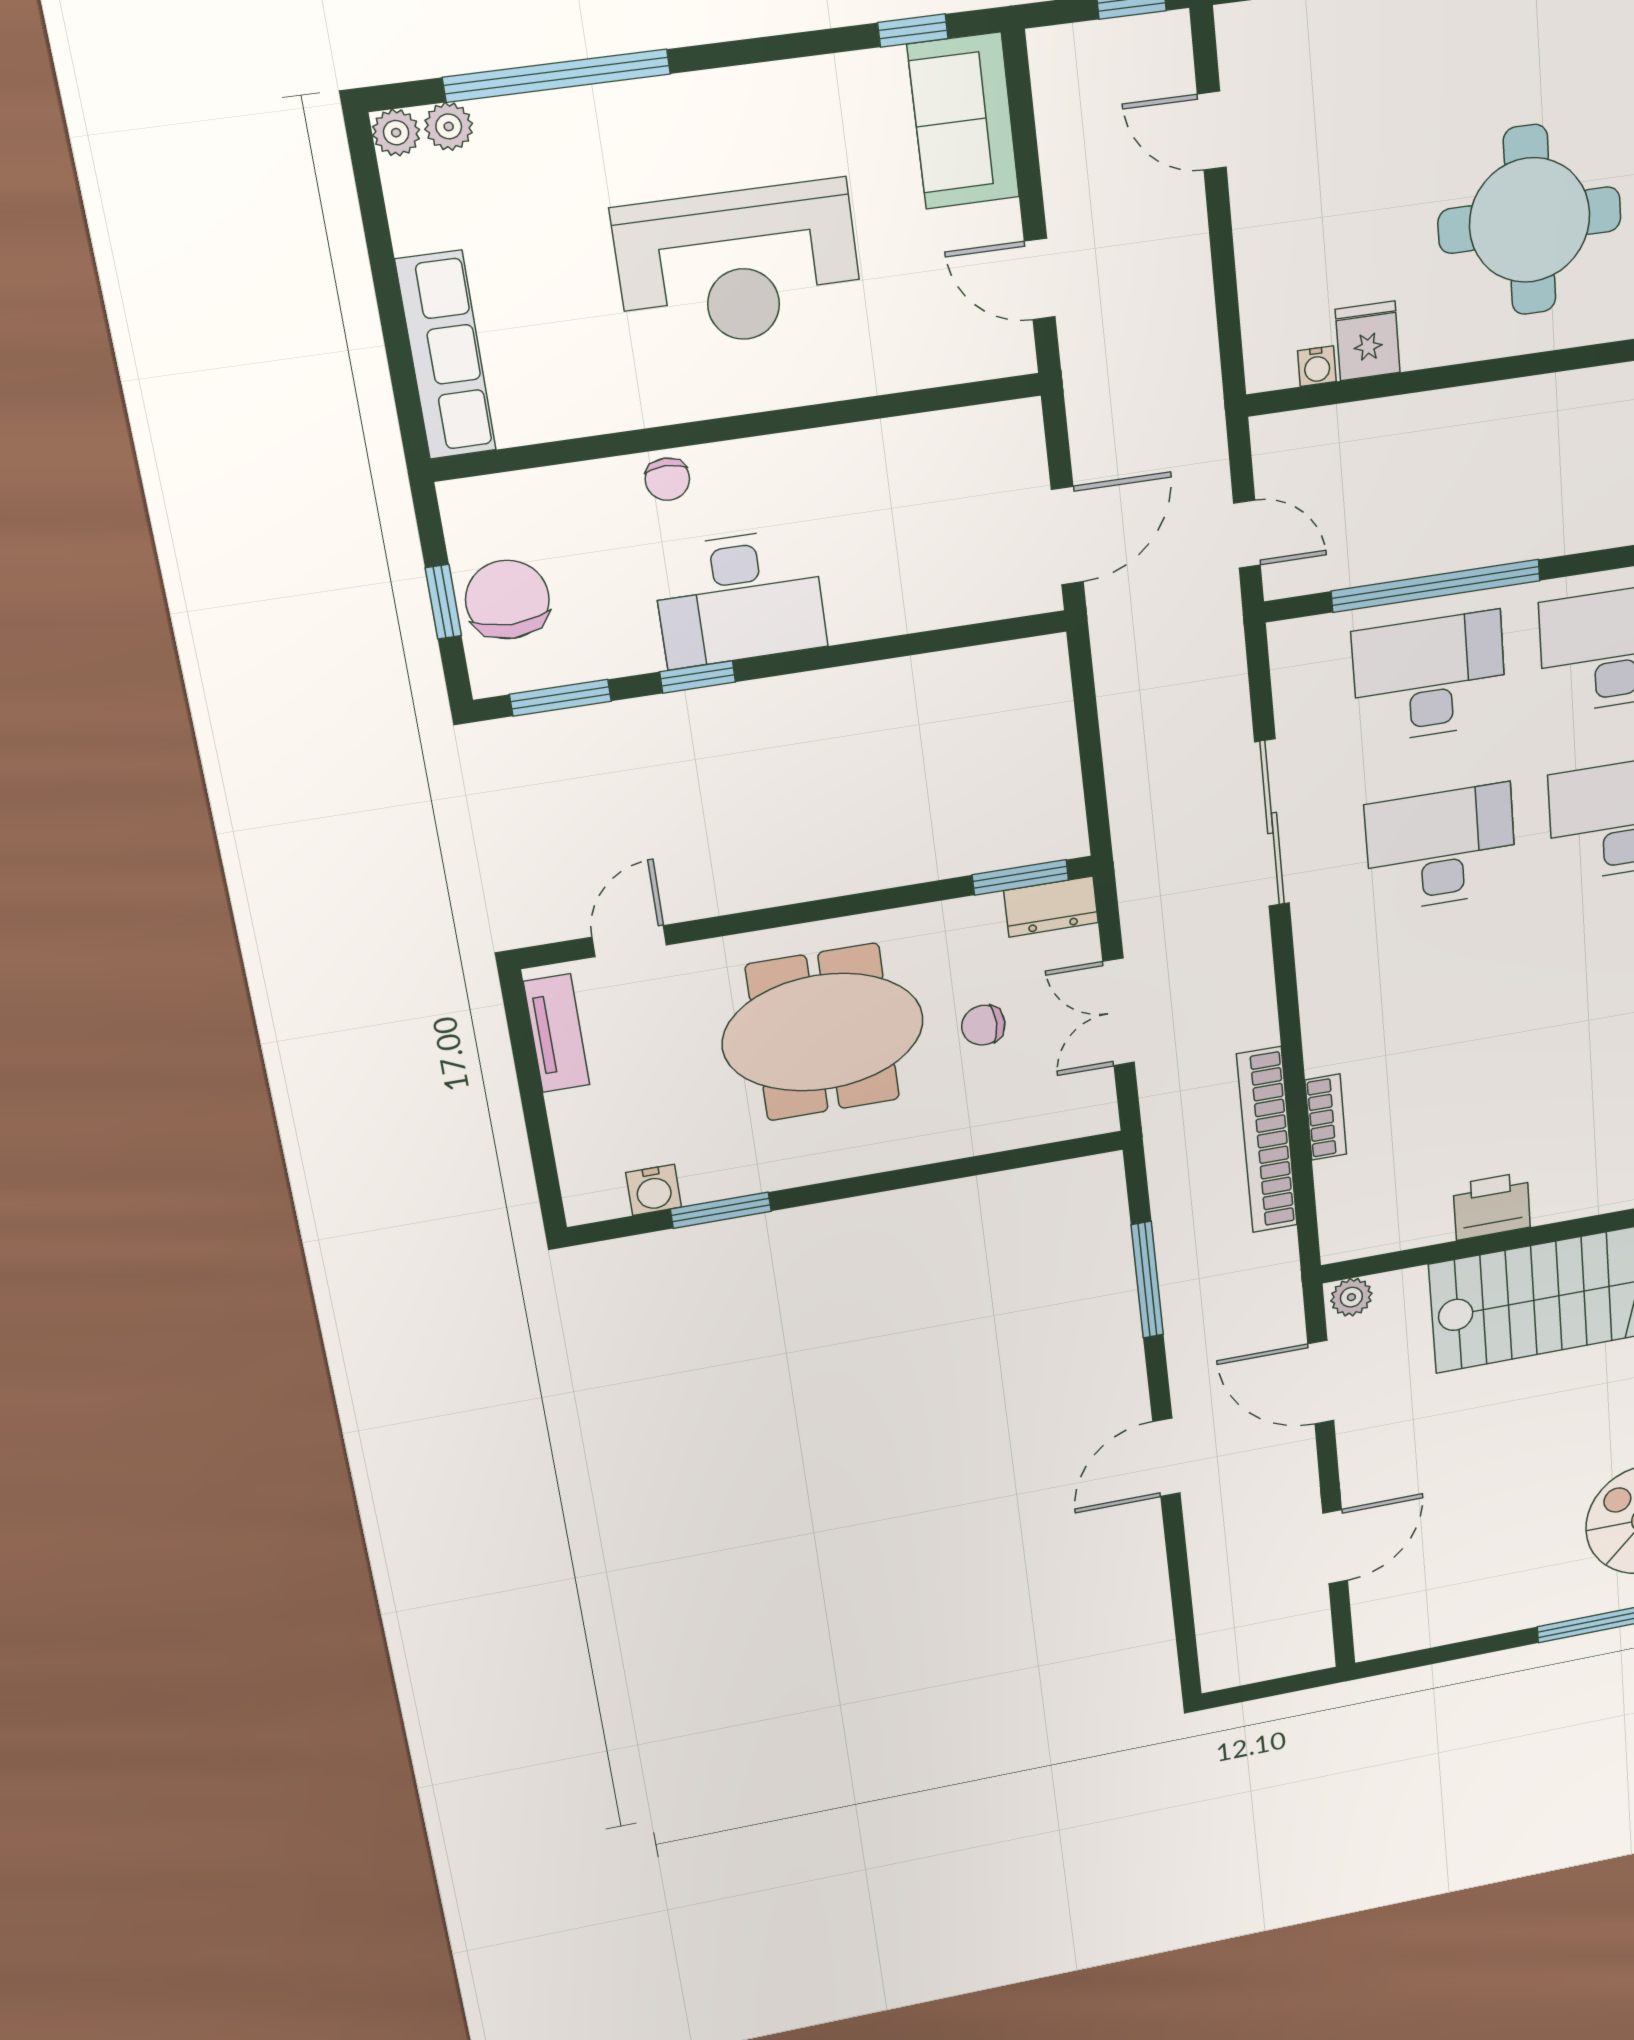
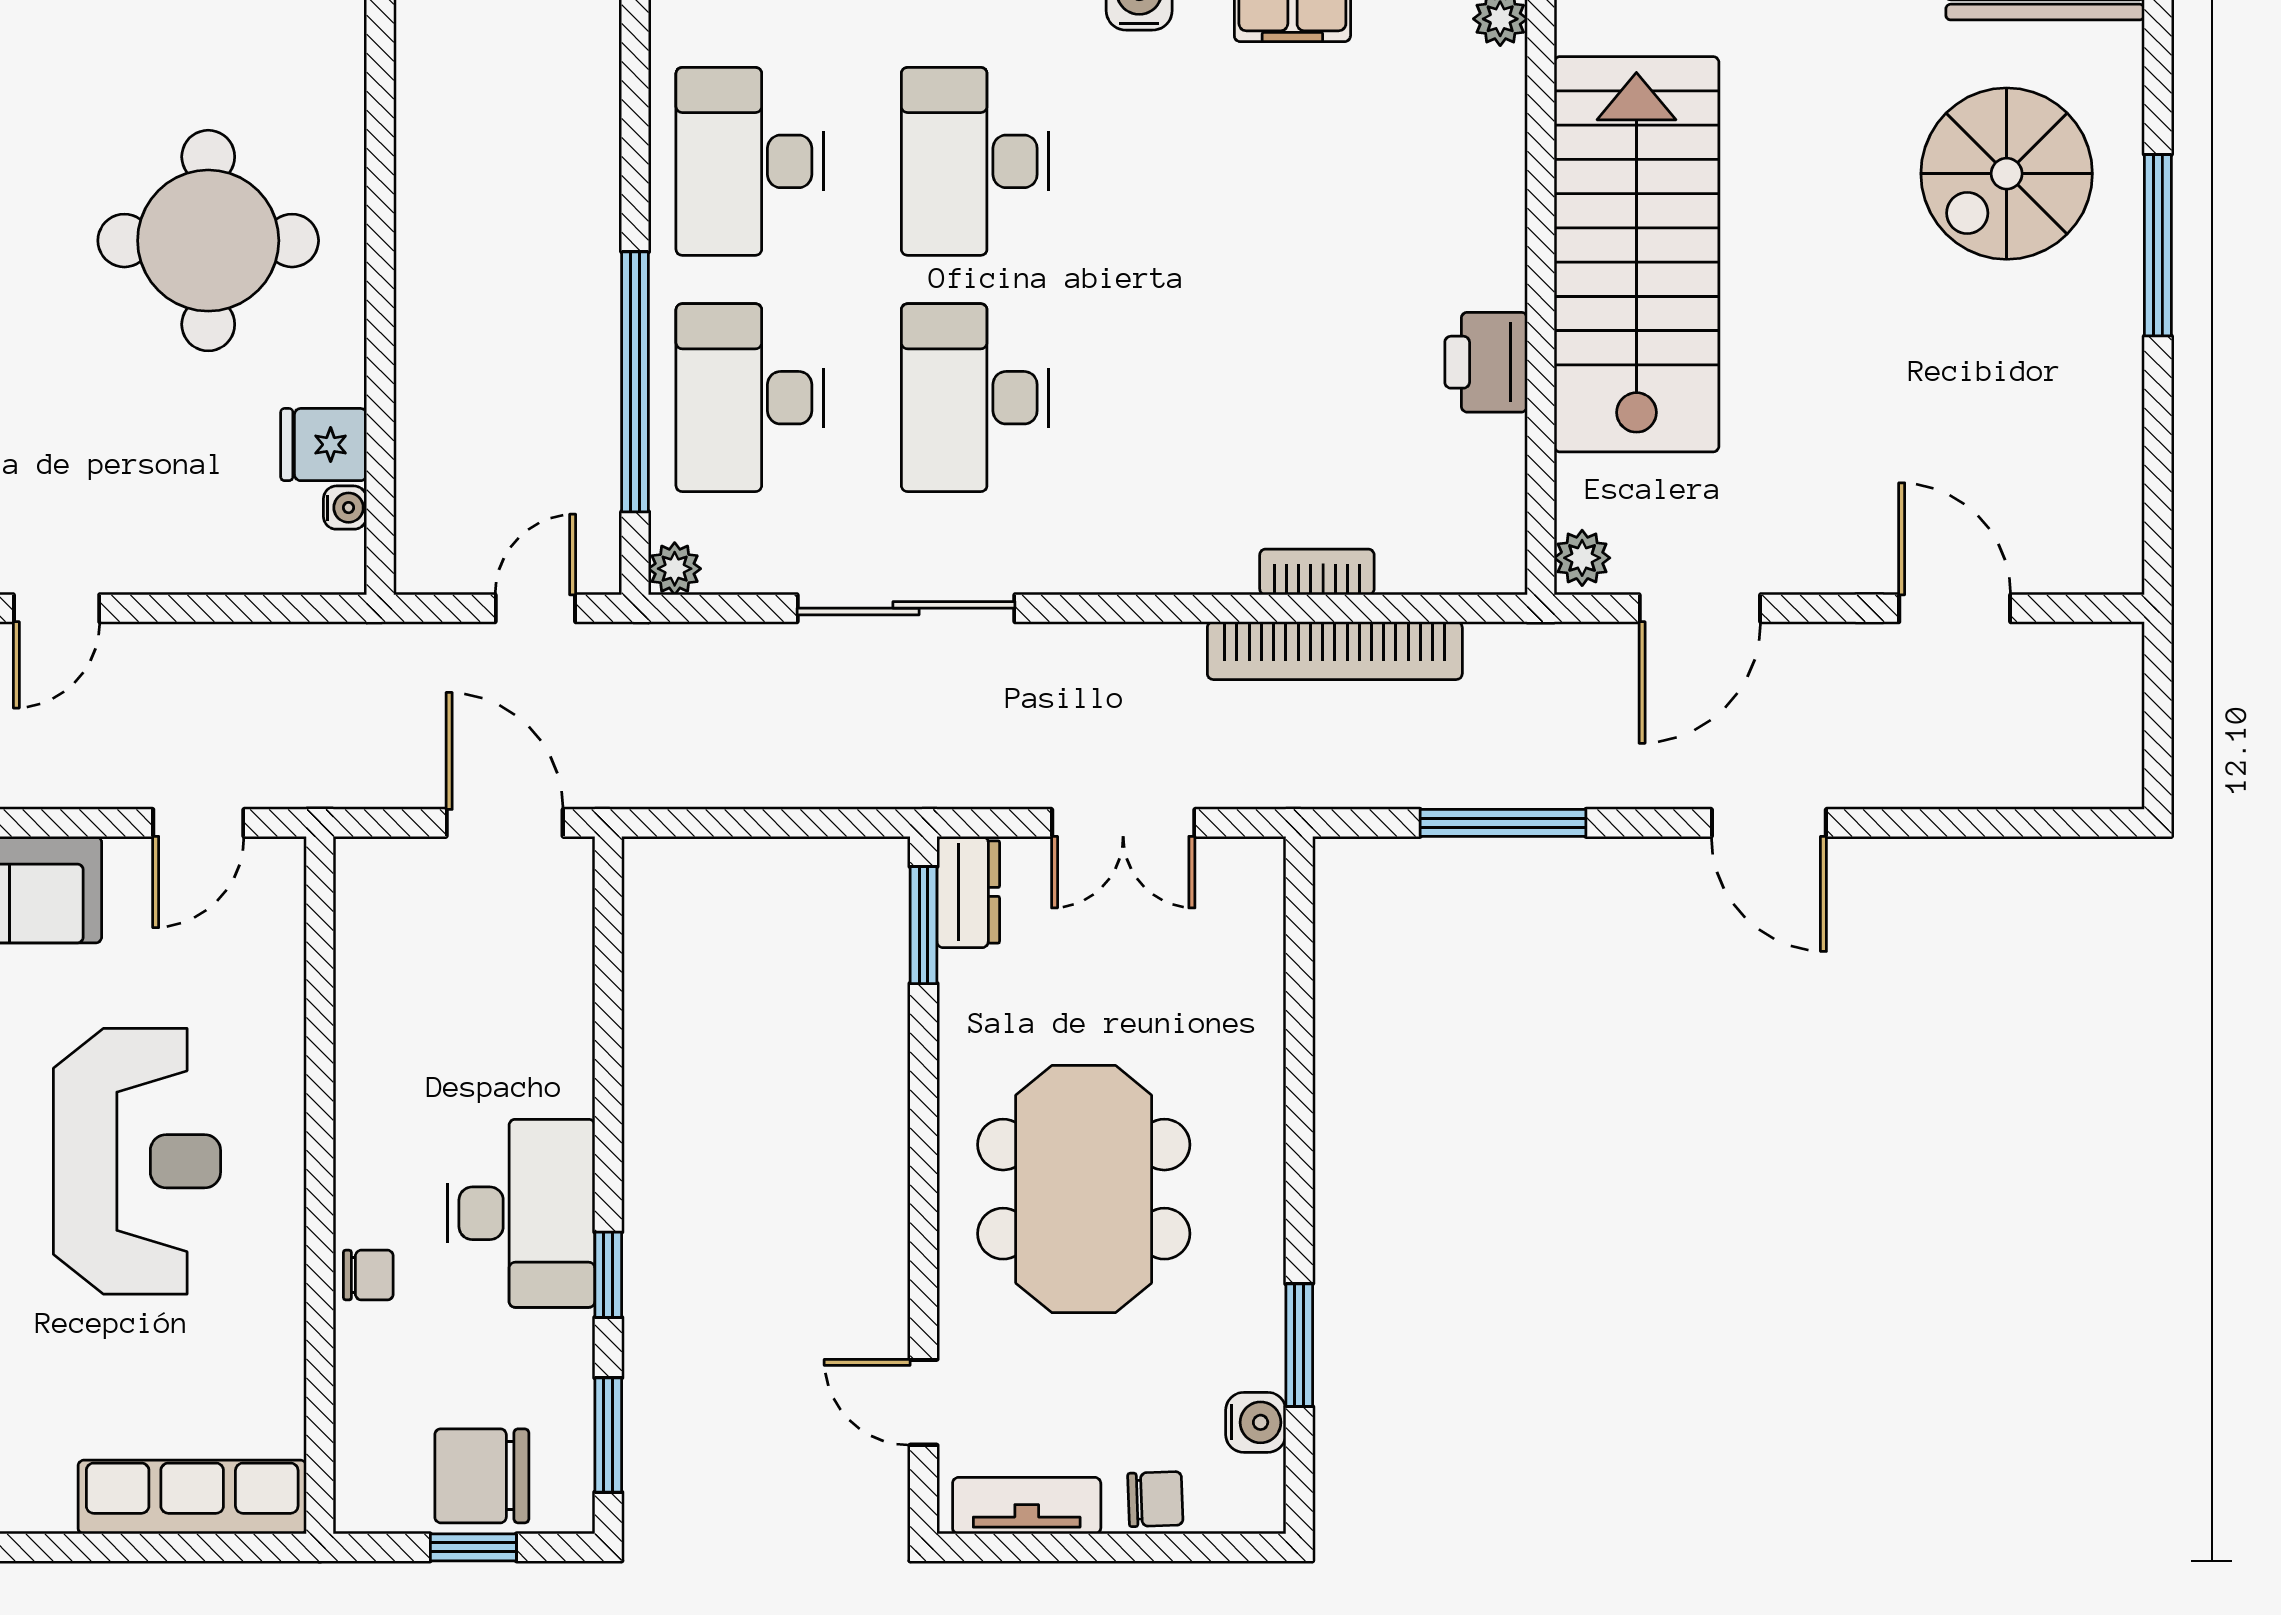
plant: (1289, 640) -> (675, 569), added
chair: (983, 1025) -> (1155, 1499), moved, turned -92

